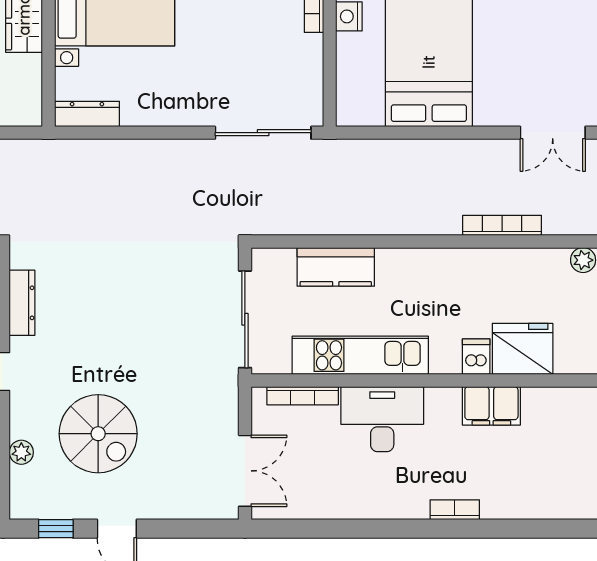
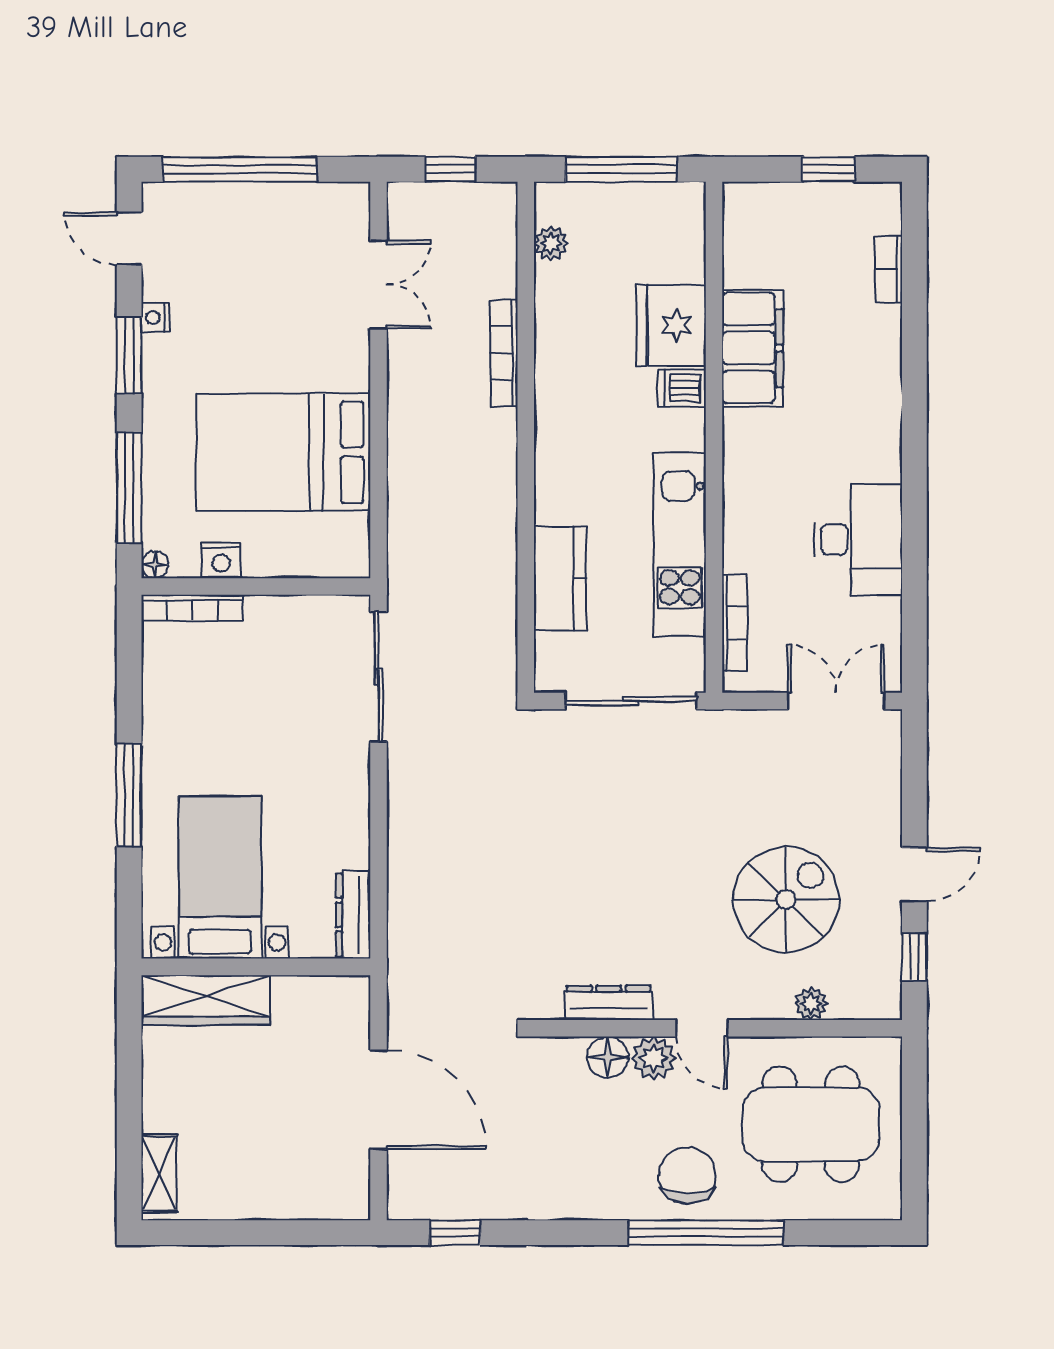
filing cabinet: (491, 406) -> (753, 348), width x1.50, depth x1.17
desk: (382, 419) -> (858, 540), moved, turned 180
bookcase: (455, 510) -> (889, 269), moved

